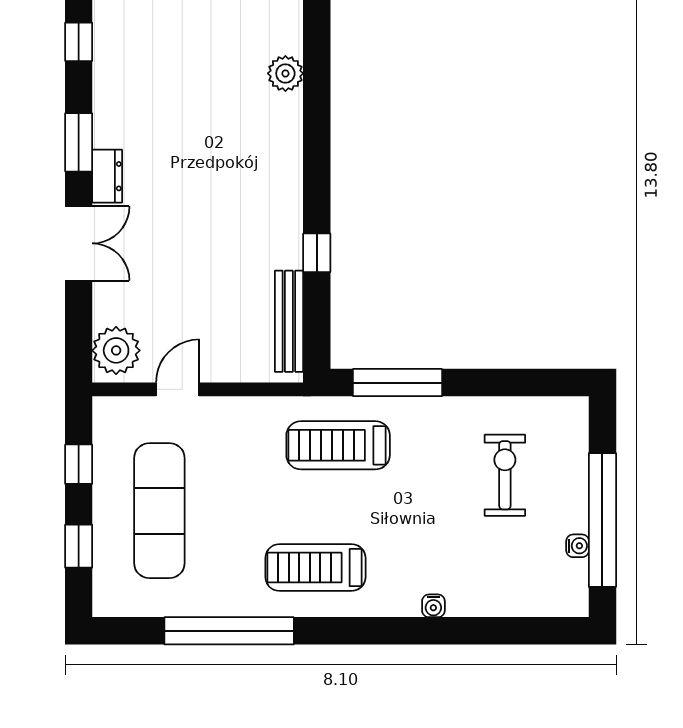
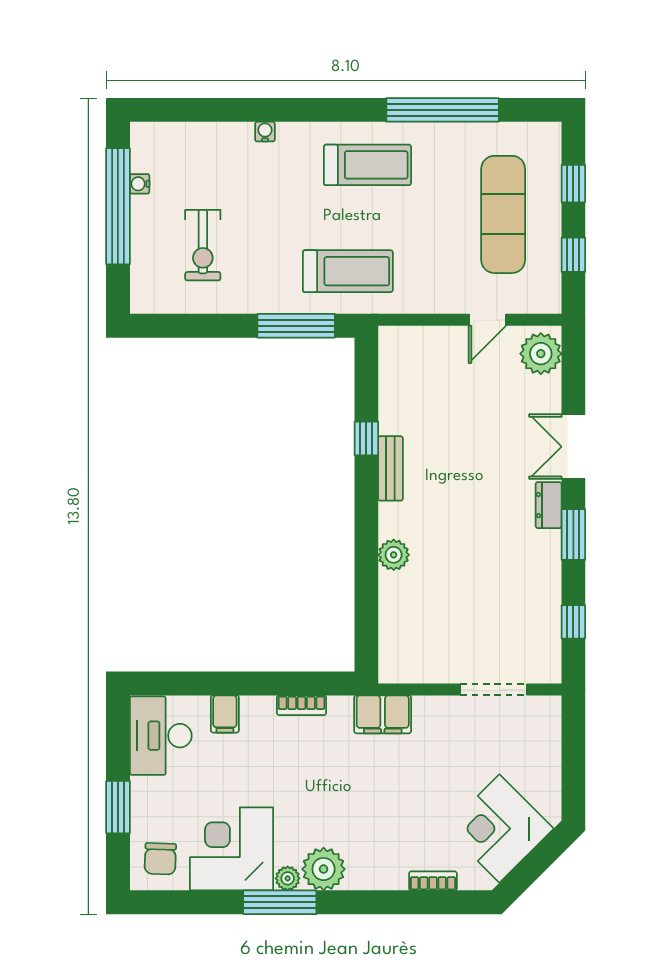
plant: (285, 73) -> (394, 555), moved
bench: (289, 321) -> (391, 468), moved, width x0.73

